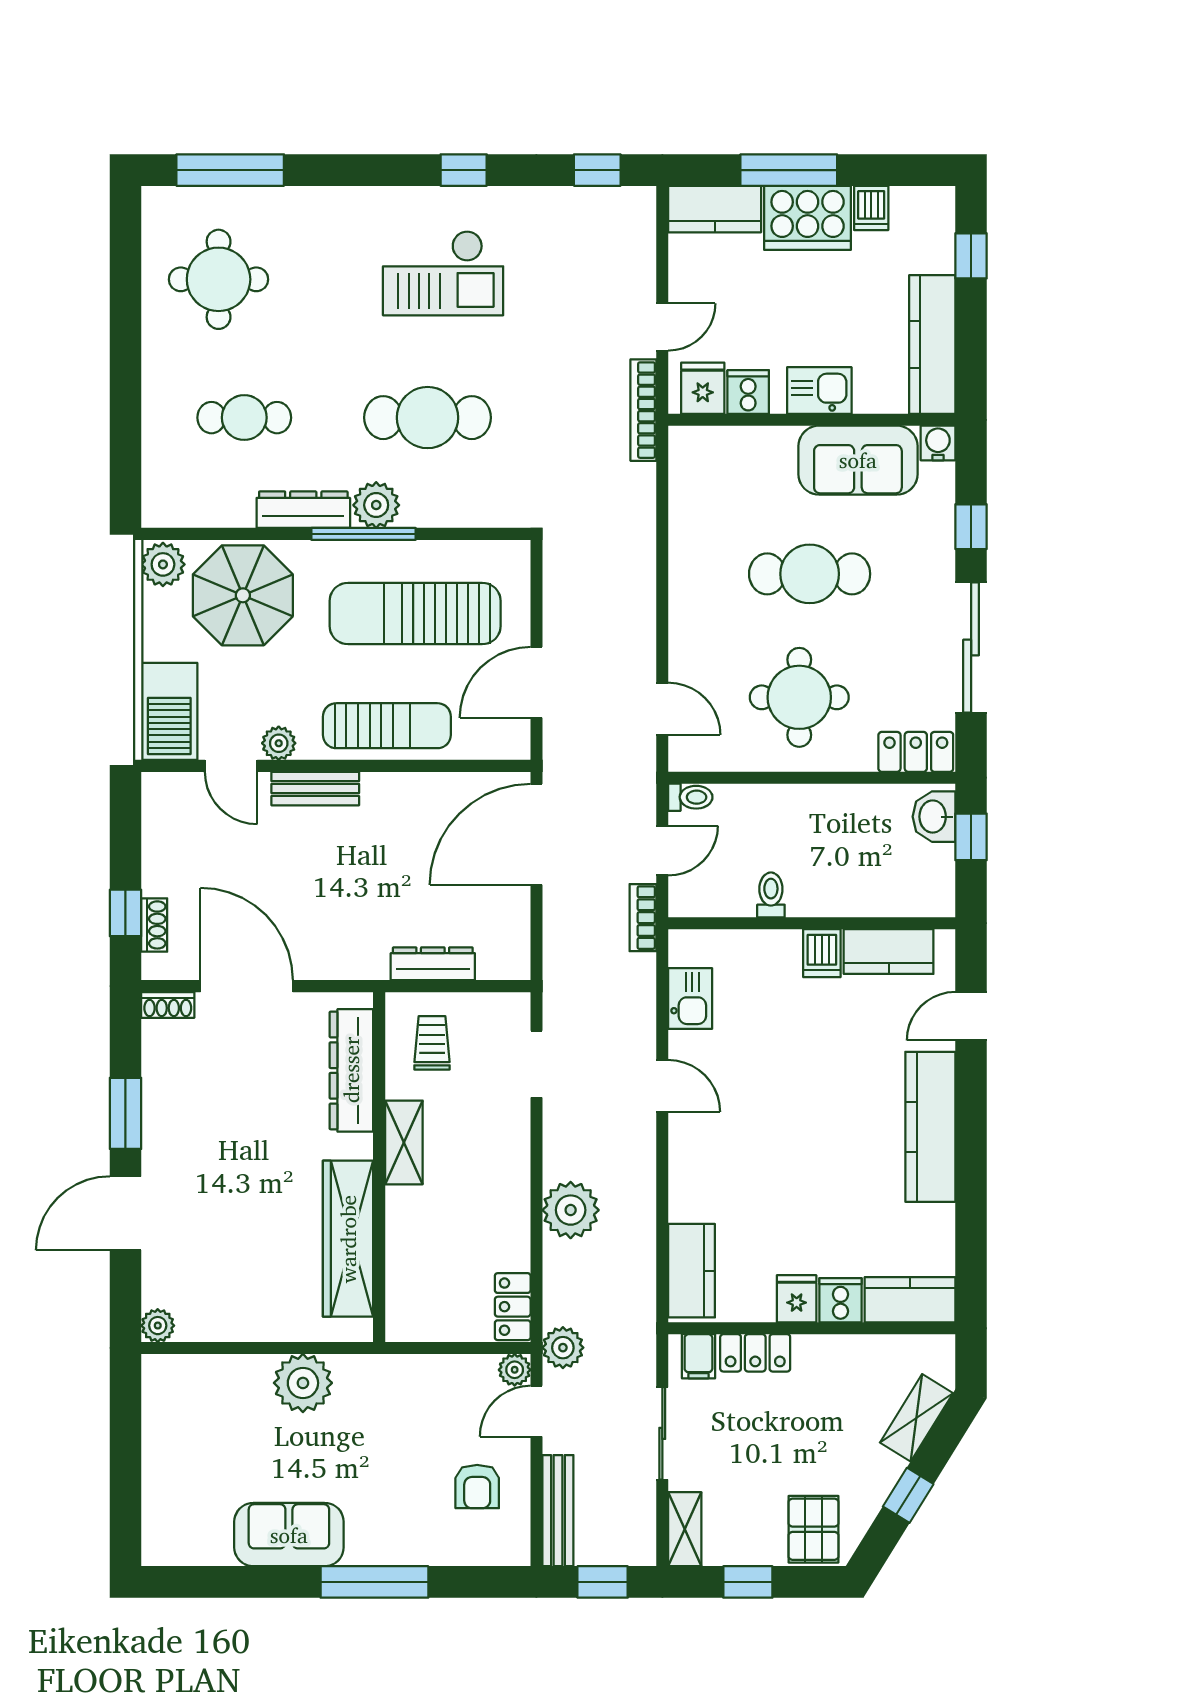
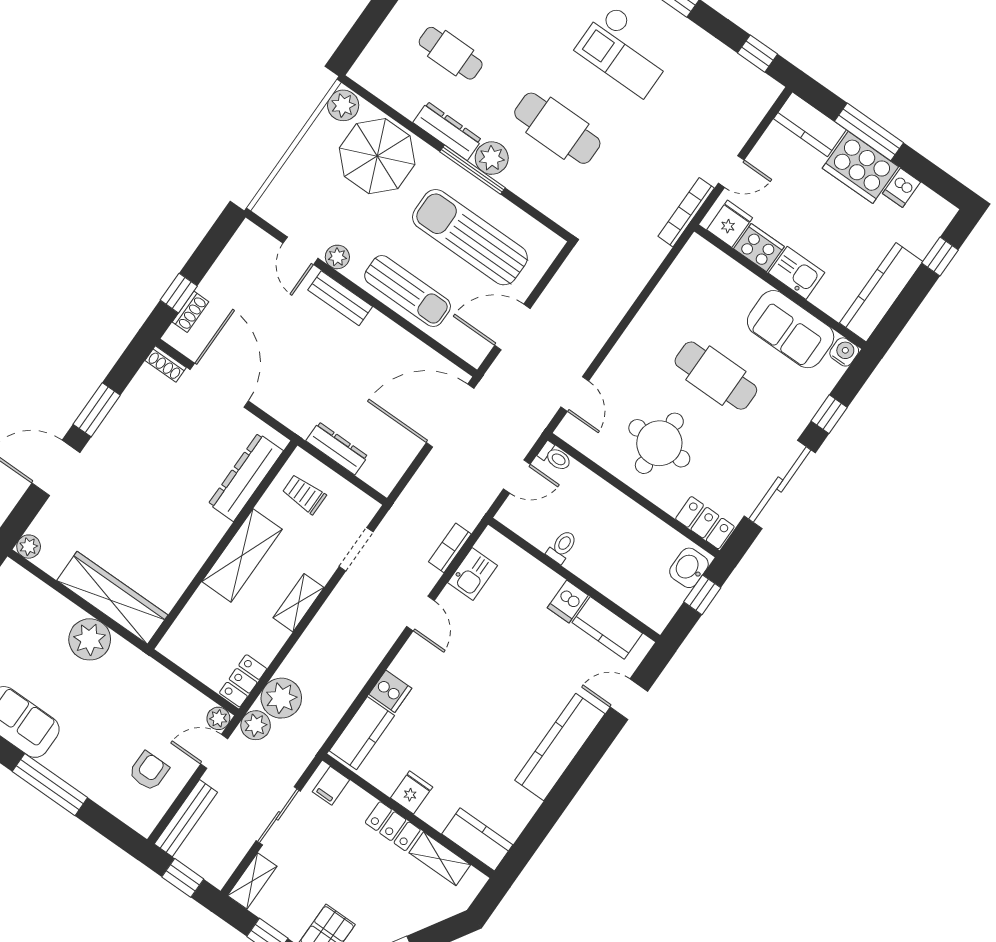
cooker: (748, 392) -> (759, 248), width x1.36
barbecue: (169, 711) -> (287, 194), removed
bookcase: (643, 918) -> (450, 548), moved
trolley: (432, 1043) -> (304, 494), turned -90
shelving: (404, 1142) -> (242, 555), width x1.50, depth x1.33
shelving: (513, 1172) -> (299, 603), added
plant: (571, 1210) -> (281, 698), moved
wardrobe: (348, 1239) -> (112, 598), moved, turned 90
cooker: (841, 1300) -> (390, 691), moved, turned 90
locker: (755, 1353) -> (393, 826), moved
shelving: (916, 1418) -> (440, 859), moved, turned 58
armchair: (477, 1487) -> (149, 771), turned 180

